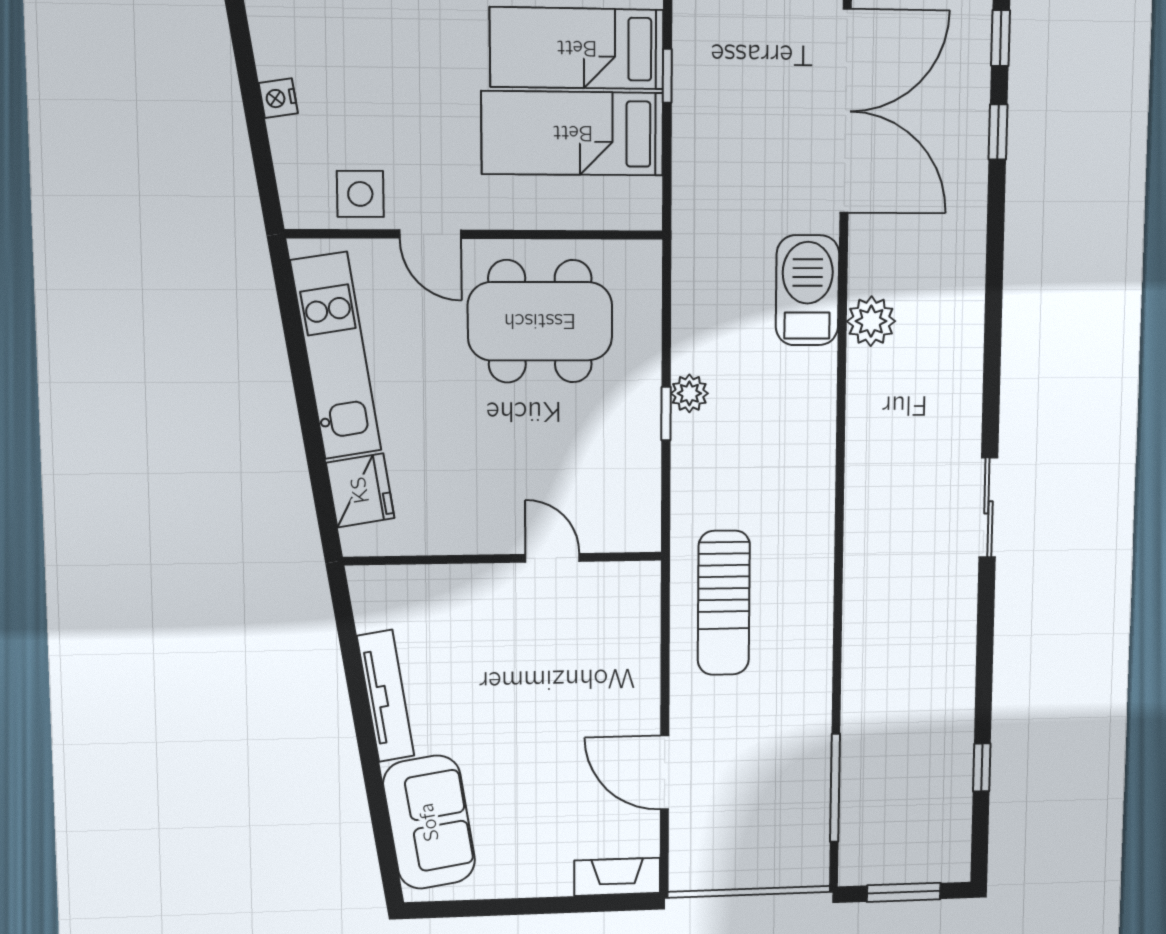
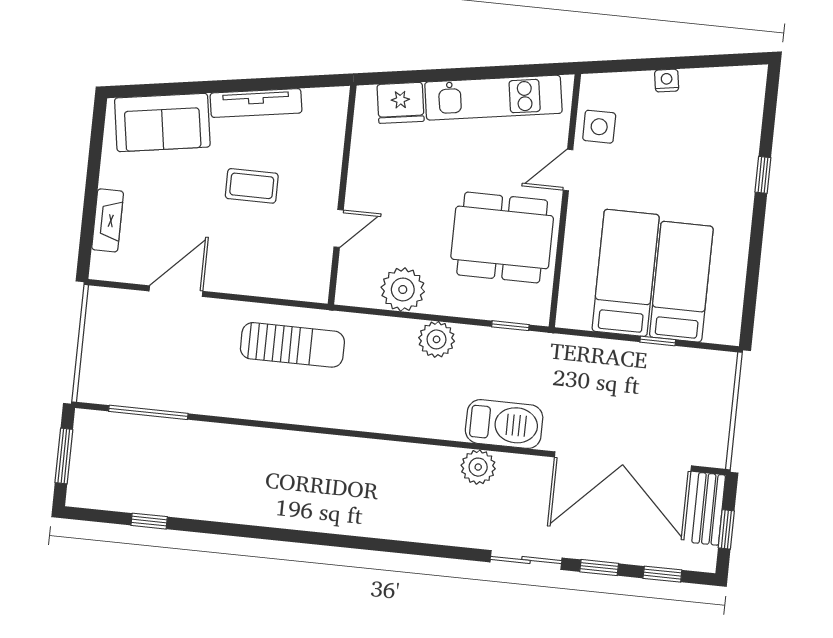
dining table: (540, 321) -> (502, 237), turned 90
plant: (689, 393) -> (437, 339), width x1.38, depth x1.38
window: (666, 414) -> (510, 326), moved
plant: (630, 457) -> (403, 289), added
sliding door: (988, 507) -> (526, 560), moved
sun lounger: (724, 603) -> (292, 345), turned 180
coffee table: (505, 687) -> (252, 186), added
fireplace: (617, 877) -> (108, 220), moved

